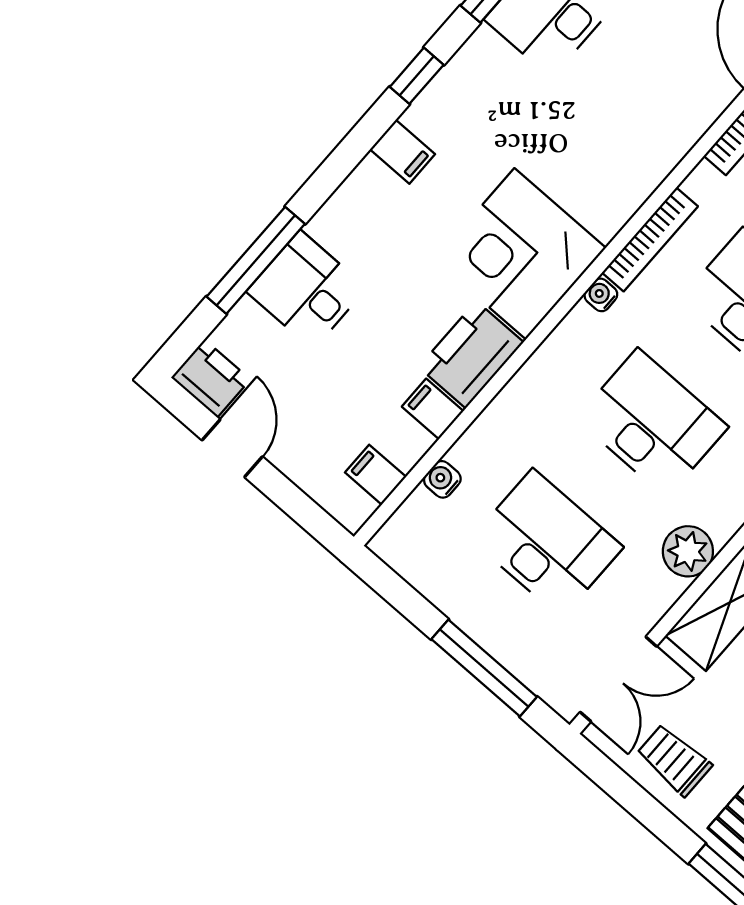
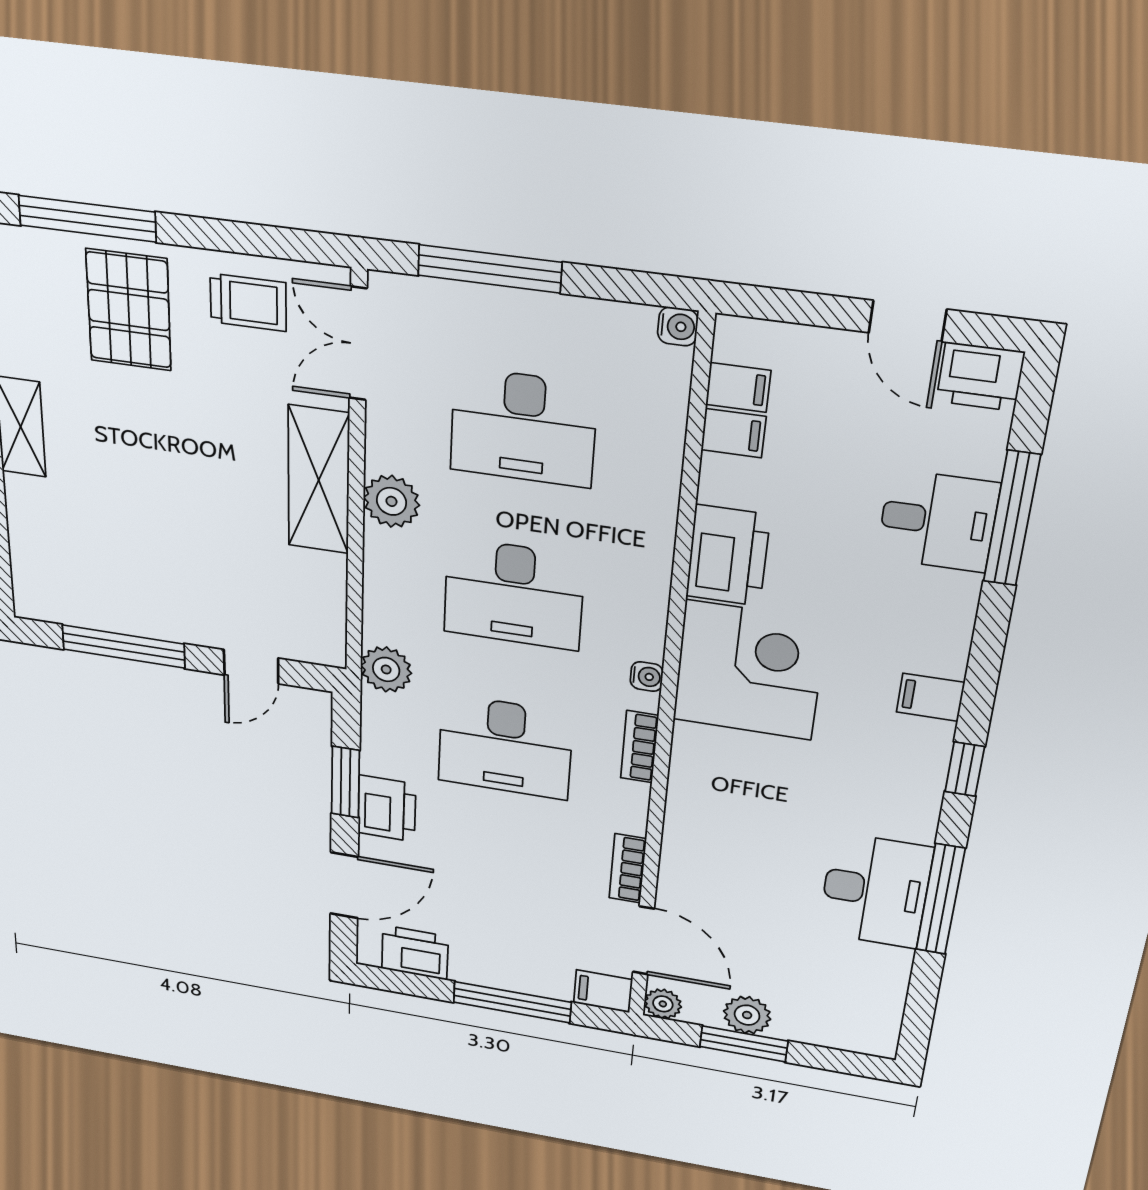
bookcase: (650, 239) -> (640, 747), width x0.64
filing cabinet: (433, 409) -> (733, 433), moved
water cooler: (442, 479) -> (678, 326), moved

